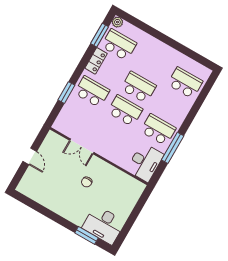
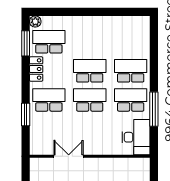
school desk: (185, 83) -> (131, 71), moved
double door: (82, 146) -> (69, 156), swing flipped

